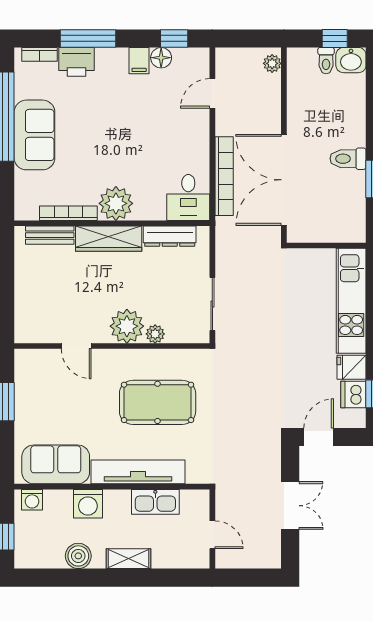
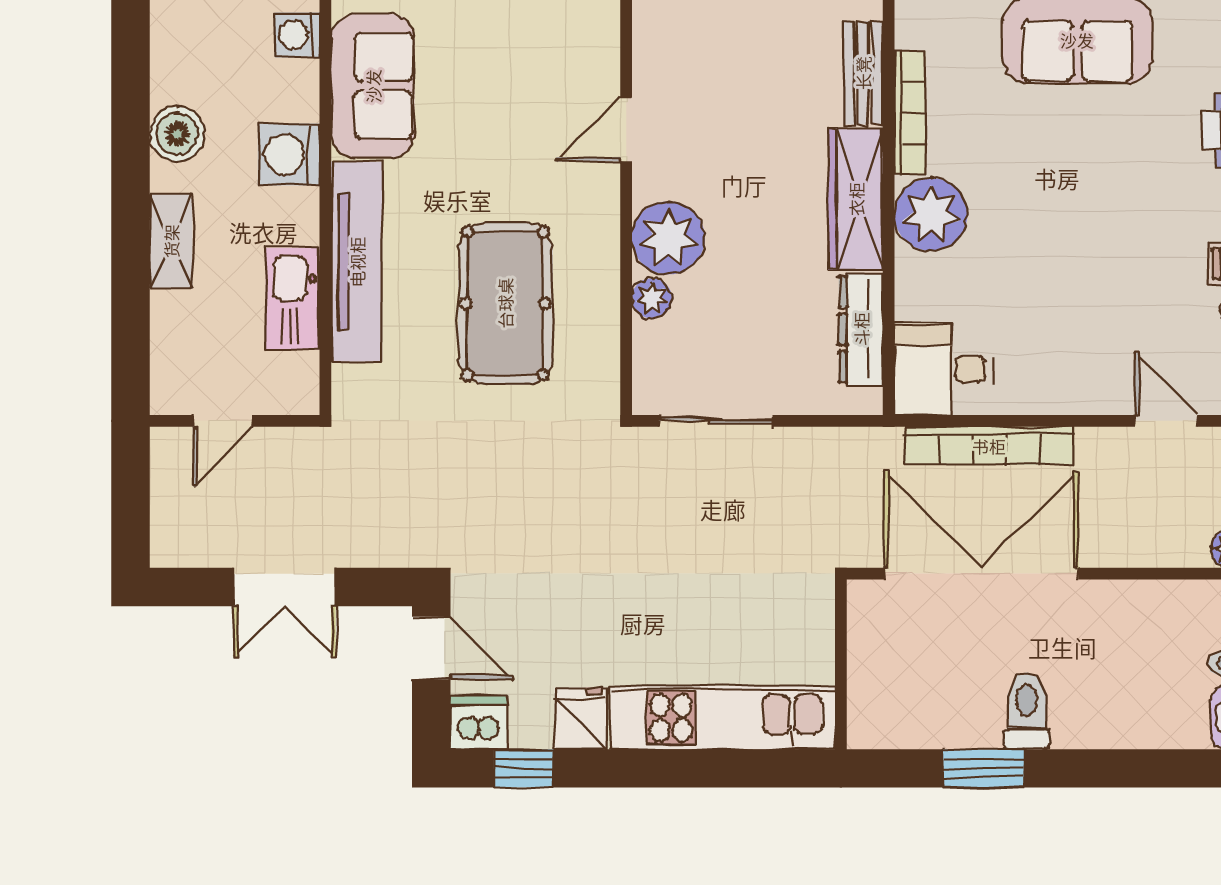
dishwasher: (353, 394) -> (479, 723), moved

